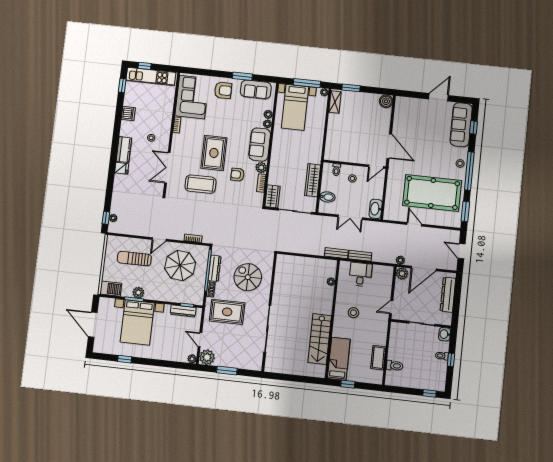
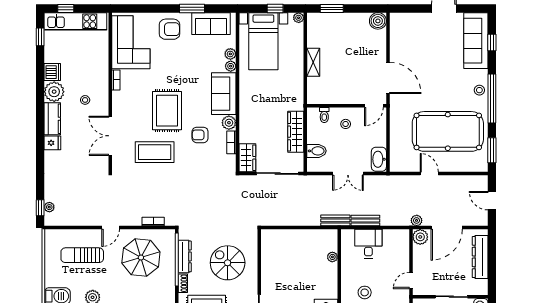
window: (307, 83) -> (275, 8), width x0.46
shelving: (335, 102) -> (313, 62), moved
plant: (128, 129) -> (54, 92), added

